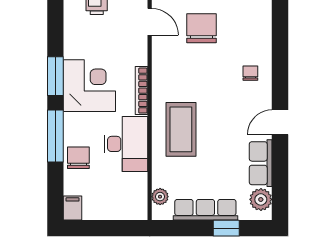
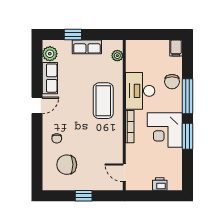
chair: (201, 28) -> (67, 165), moved, turned 90
row of seats: (205, 210) -> (87, 47), width x0.68

